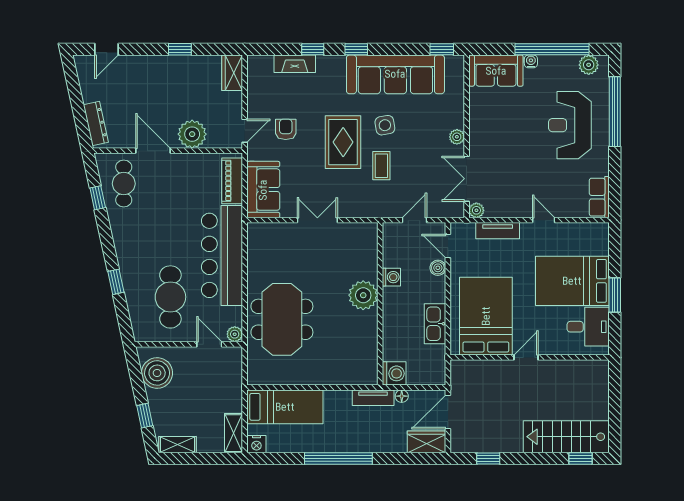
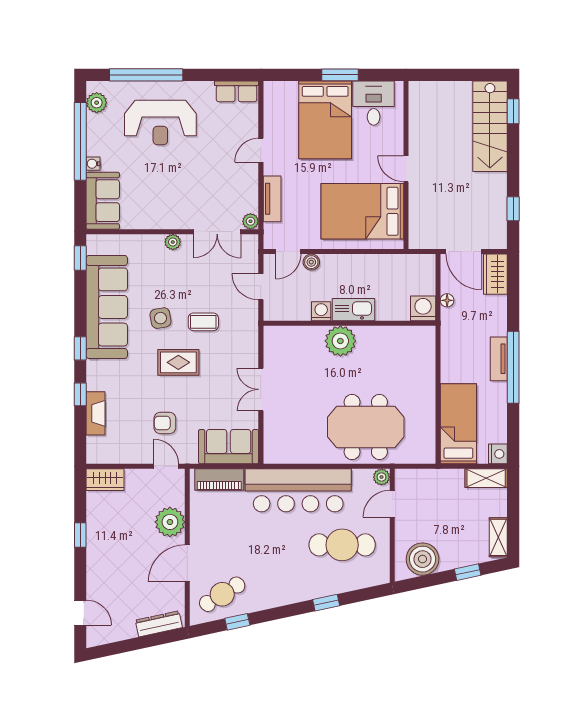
rug: (343, 142) -> (178, 362), width x0.73, depth x0.70
cafe table: (124, 184) -> (222, 594), turned -32
kitchen sink: (435, 324) -> (353, 310), moved, turned 180
tv unit: (373, 398) -> (499, 359), moved, turned 180

